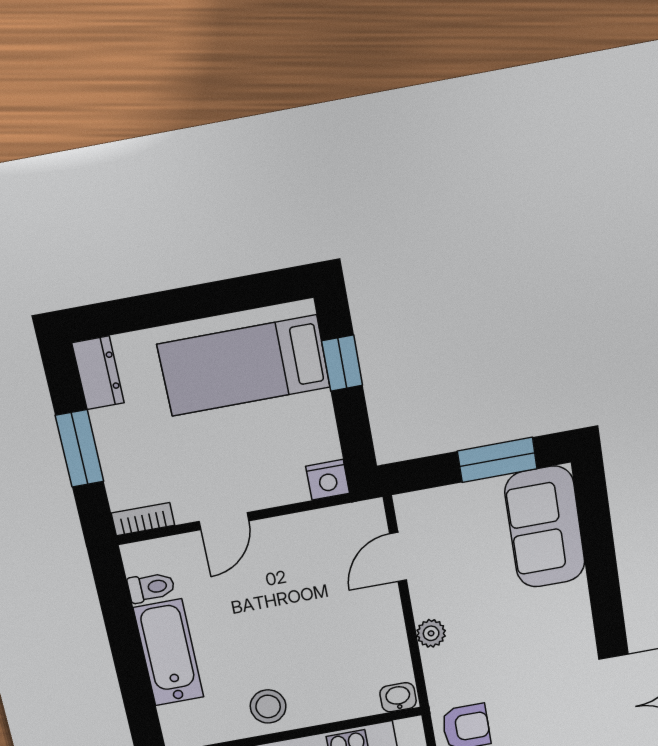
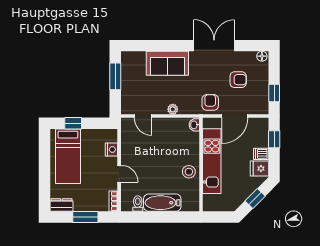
nightstand: (328, 480) -> (111, 149), moved
sofa: (545, 527) -> (167, 63), moved

